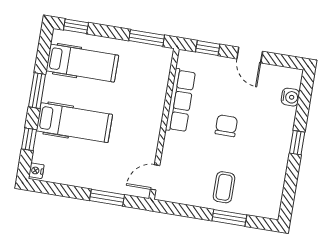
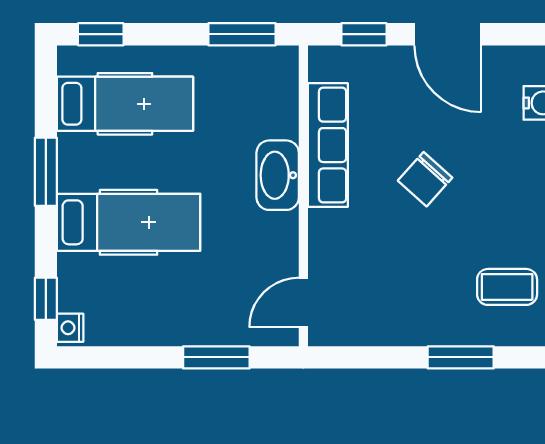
door: (250, 55) -> (448, 34), width x1.38
washbasin: (153, 111) -> (278, 175), added
chair: (226, 126) -> (425, 179), turned -138
window: (29, 139) -> (46, 299), moved
coffee table: (224, 187) -> (507, 287), moved, turned 90

